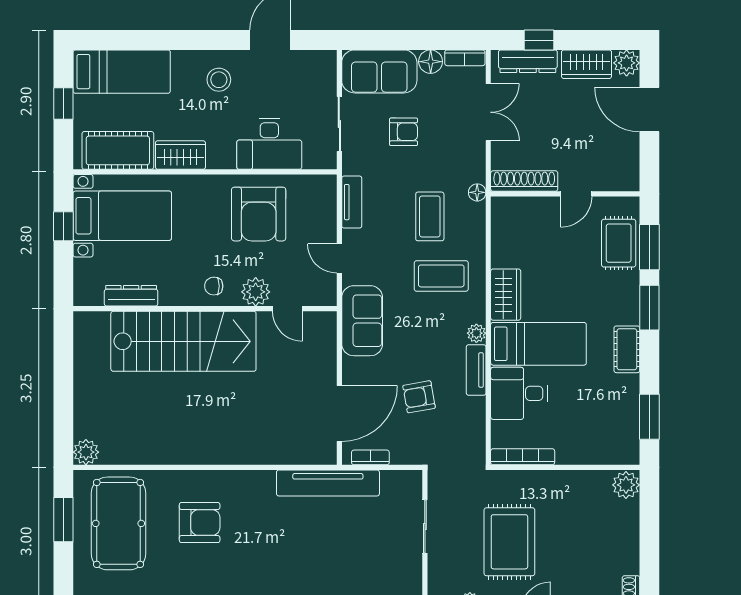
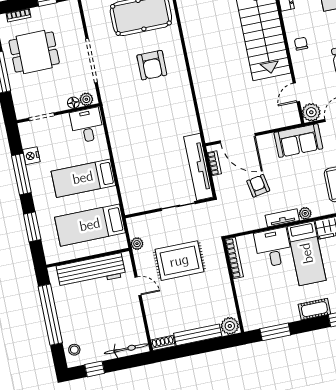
plant: (256, 292) -> (311, 112), moved
tv unit: (328, 483) -> (198, 167), moved
bench: (629, 537) -> (198, 335), added

